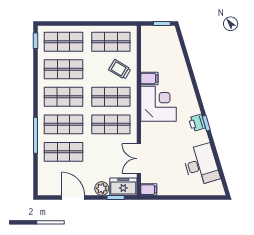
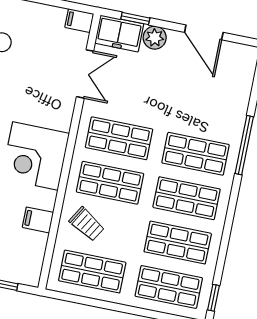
filing cabinet: (149, 79) -> (38, 220), moved
shop shelf: (63, 152) -> (204, 109), removed

